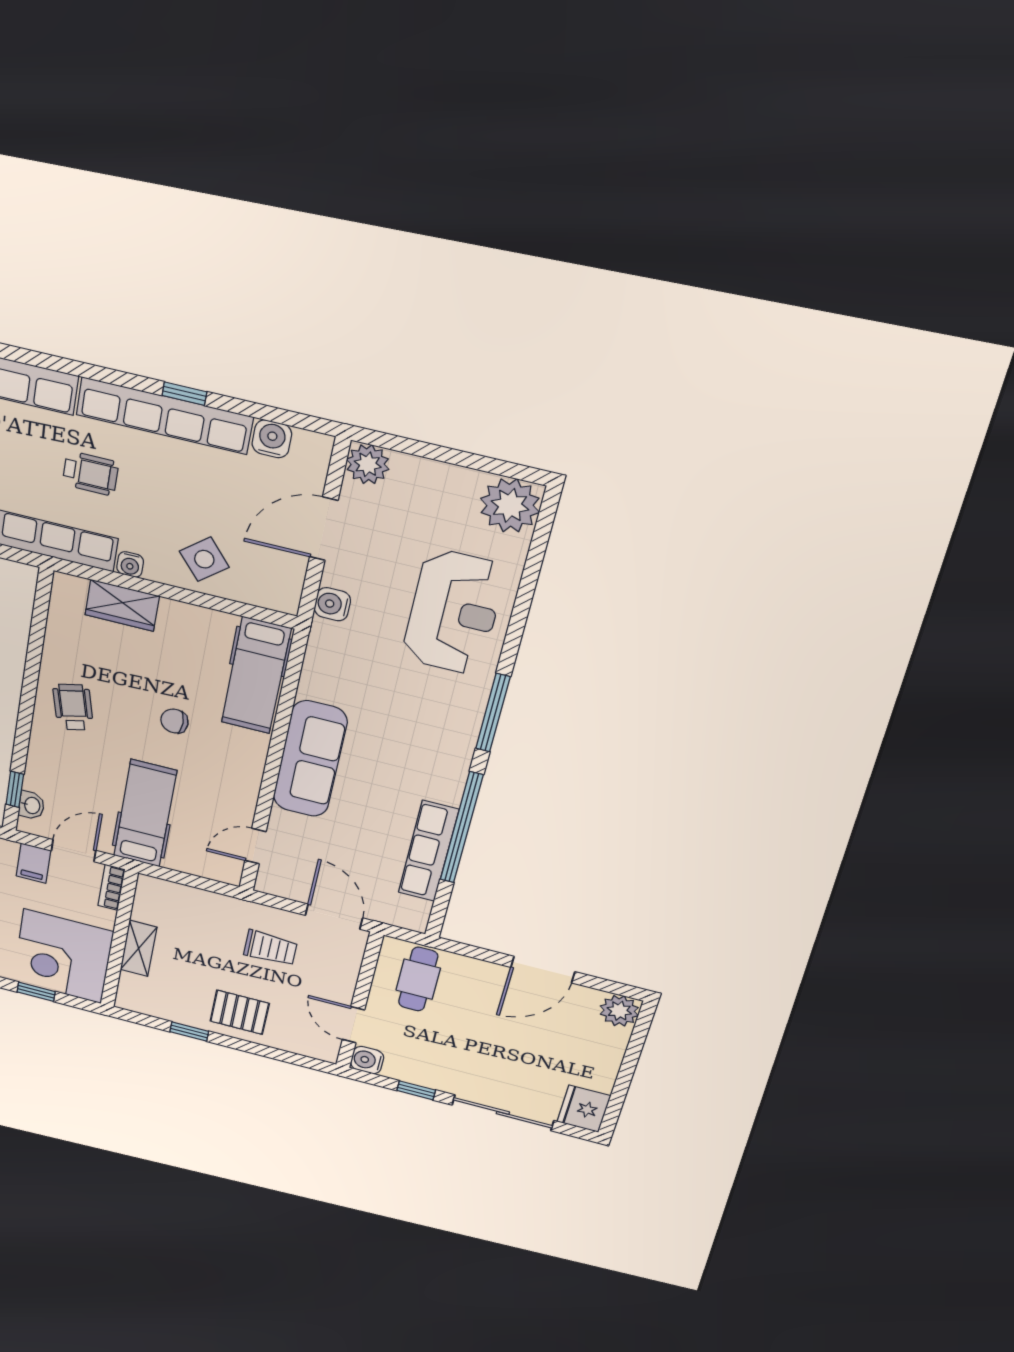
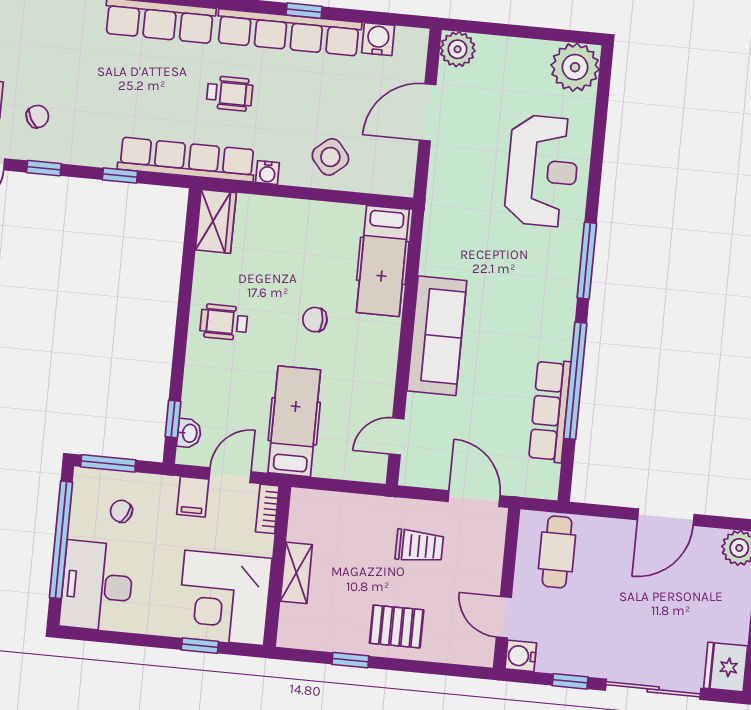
water cooler: (332, 604) -> (442, 181), removed
wardrobe: (122, 605) -> (216, 221), moved, turned -90
wheelchair: (73, 707) -> (224, 322), turned -76

